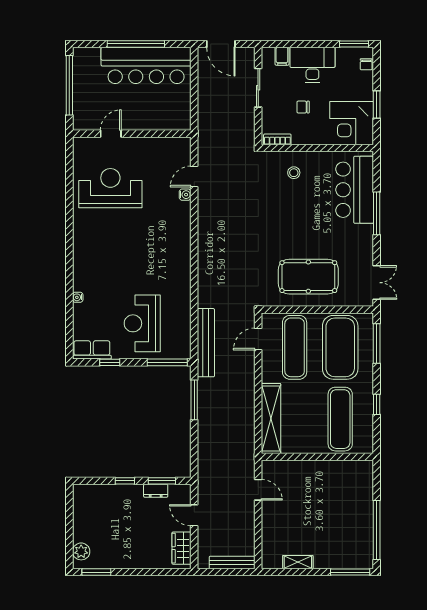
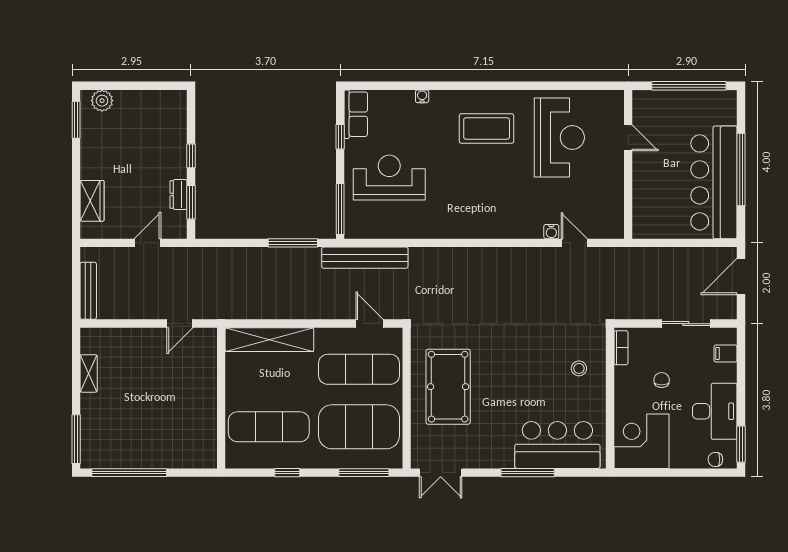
desk: (312, 65) -> (715, 411), moved
window: (377, 105) -> (665, 473), removed
coffee table: (103, 246) -> (487, 128), added
wardrobe: (181, 548) -> (92, 201), moved, turned 90

